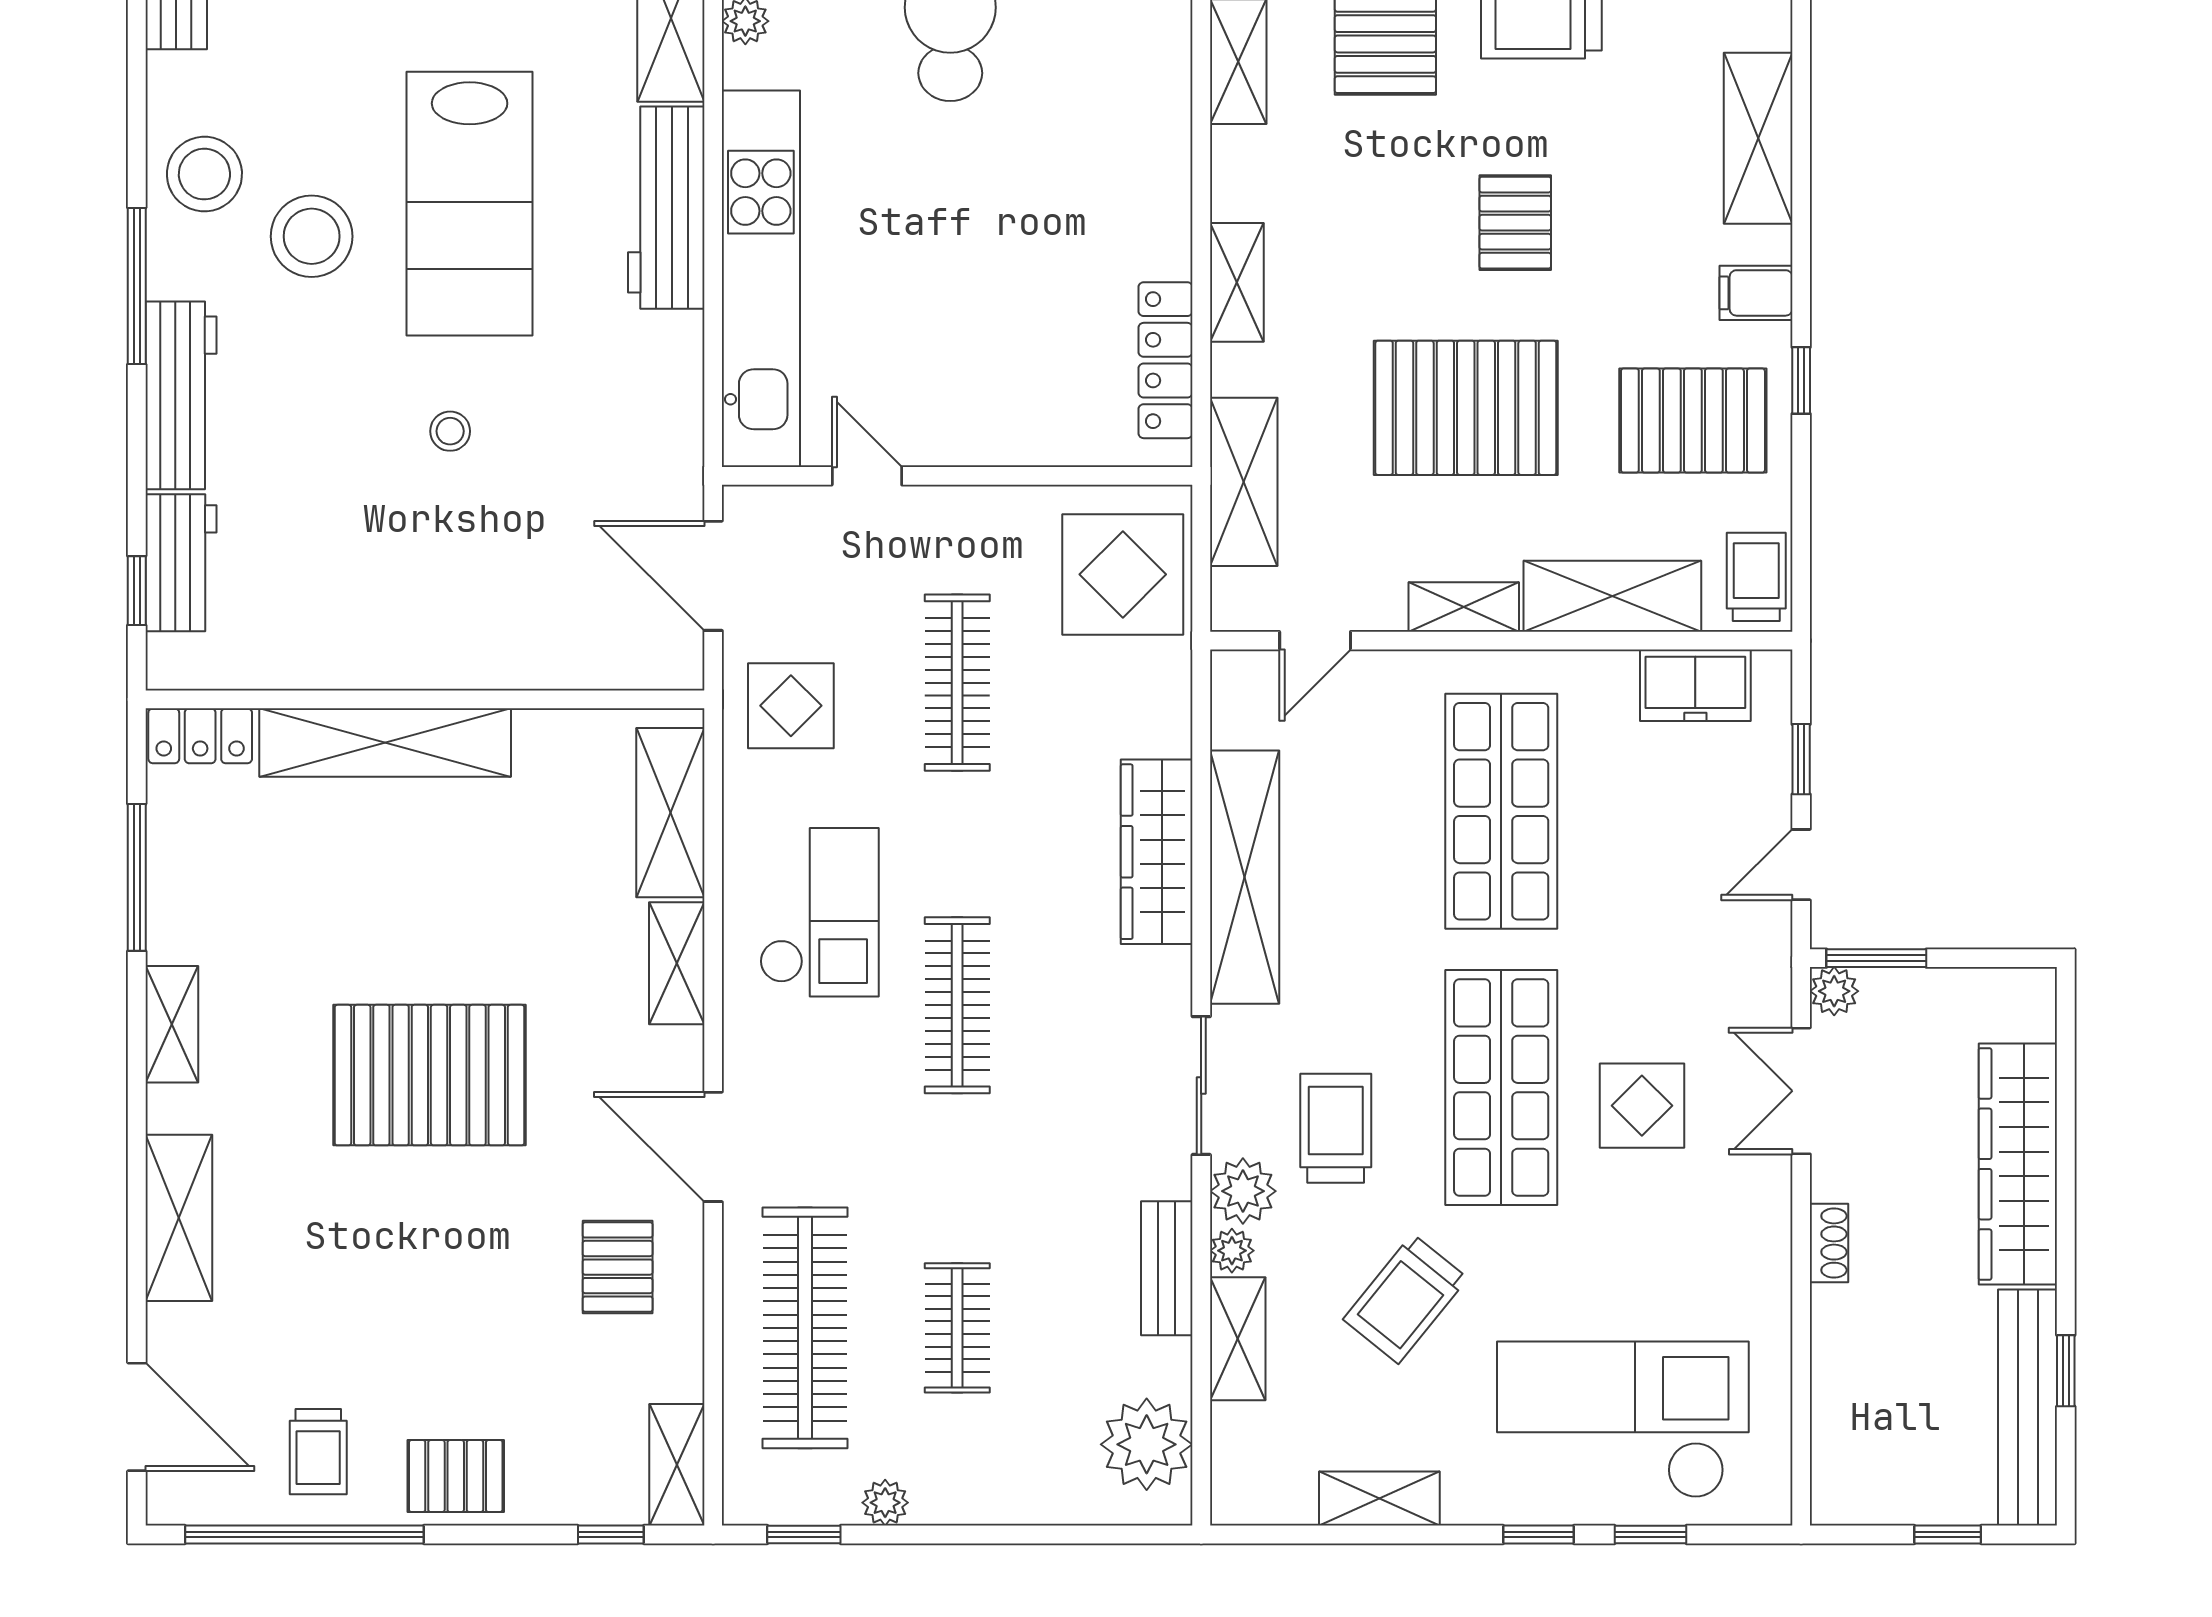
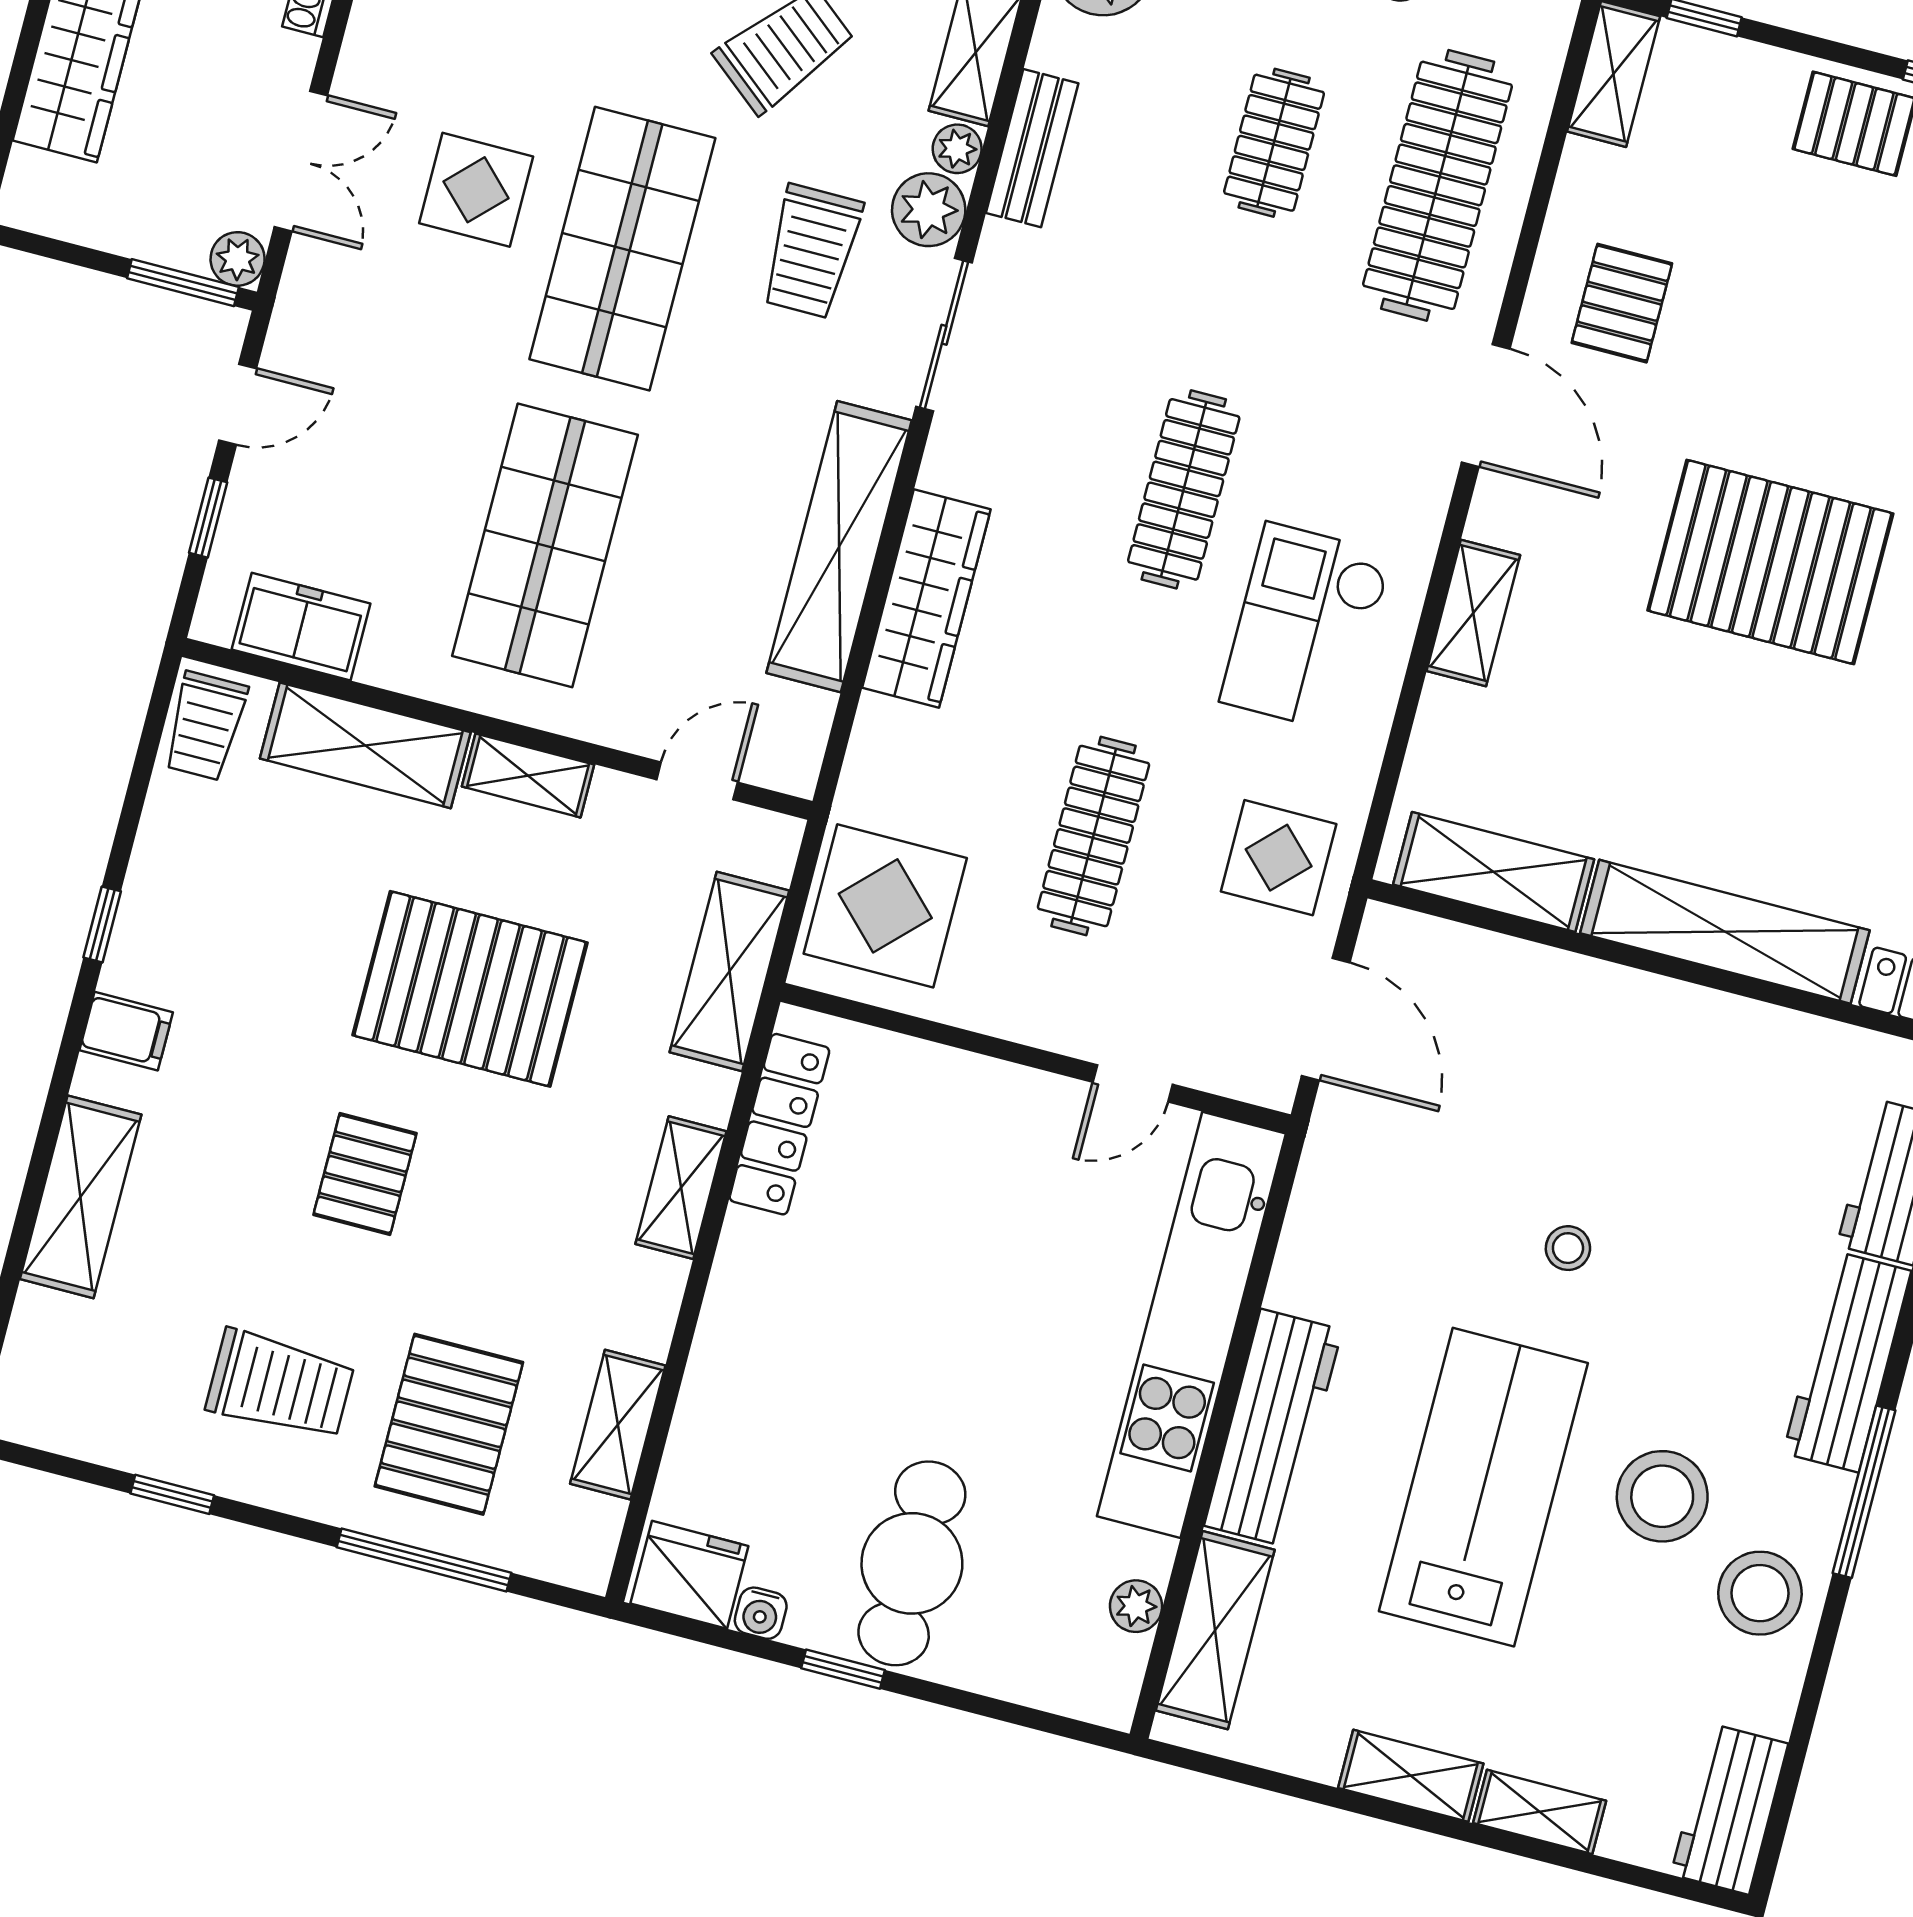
pallet: (1693, 421) -> (230, 912), removed
door: (867, 476) -> (1133, 1083), hinge flipped
shelving: (670, 813) -> (1494, 872), moved, turned 90

